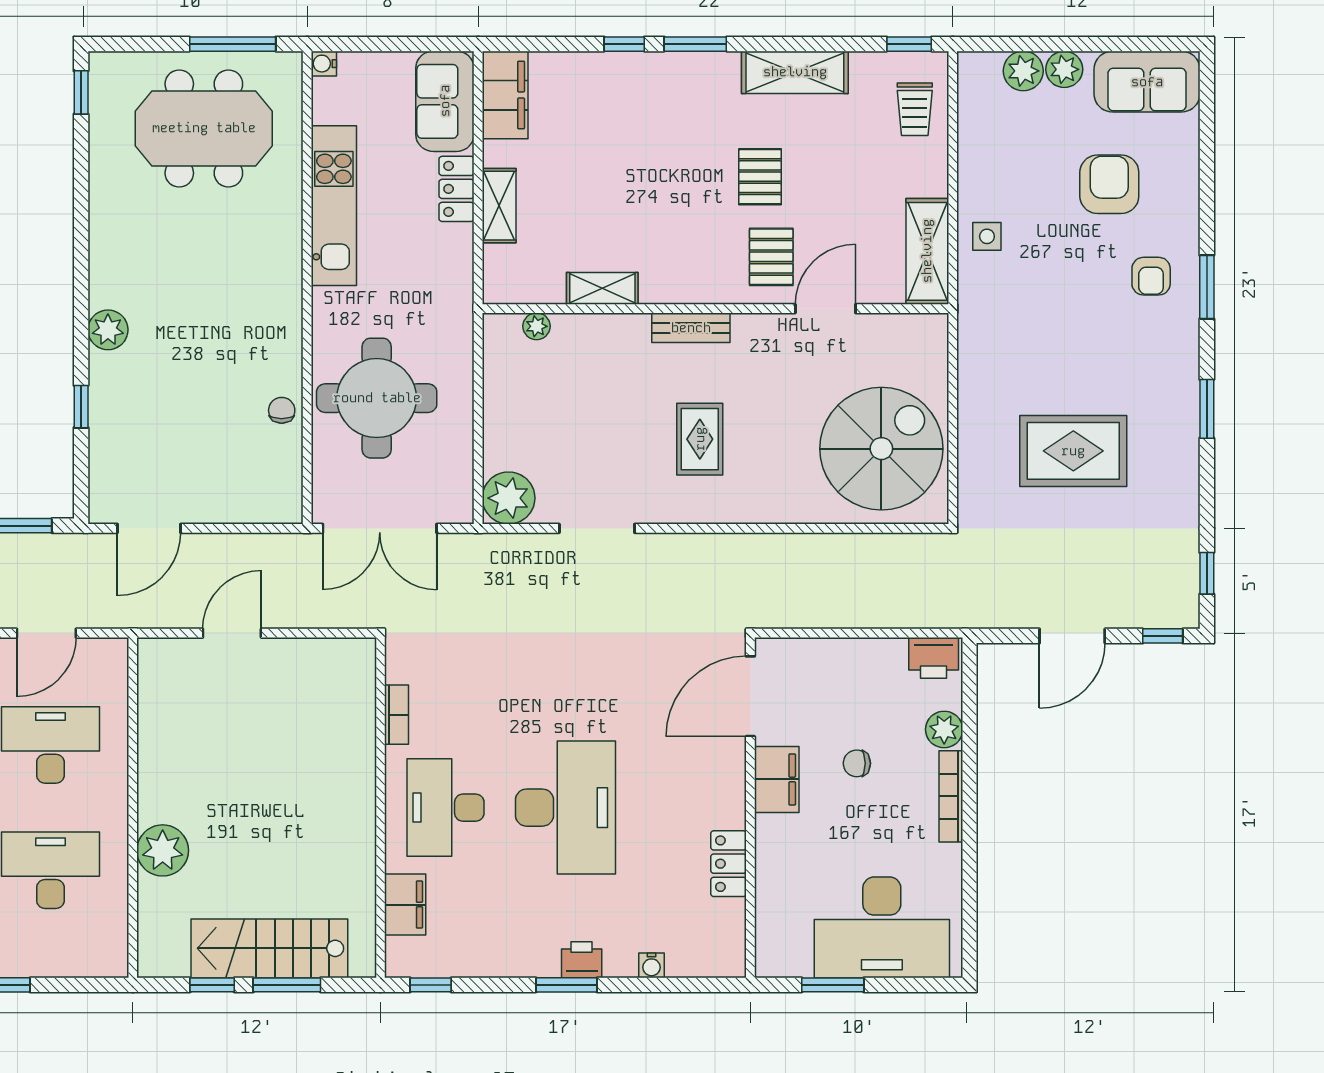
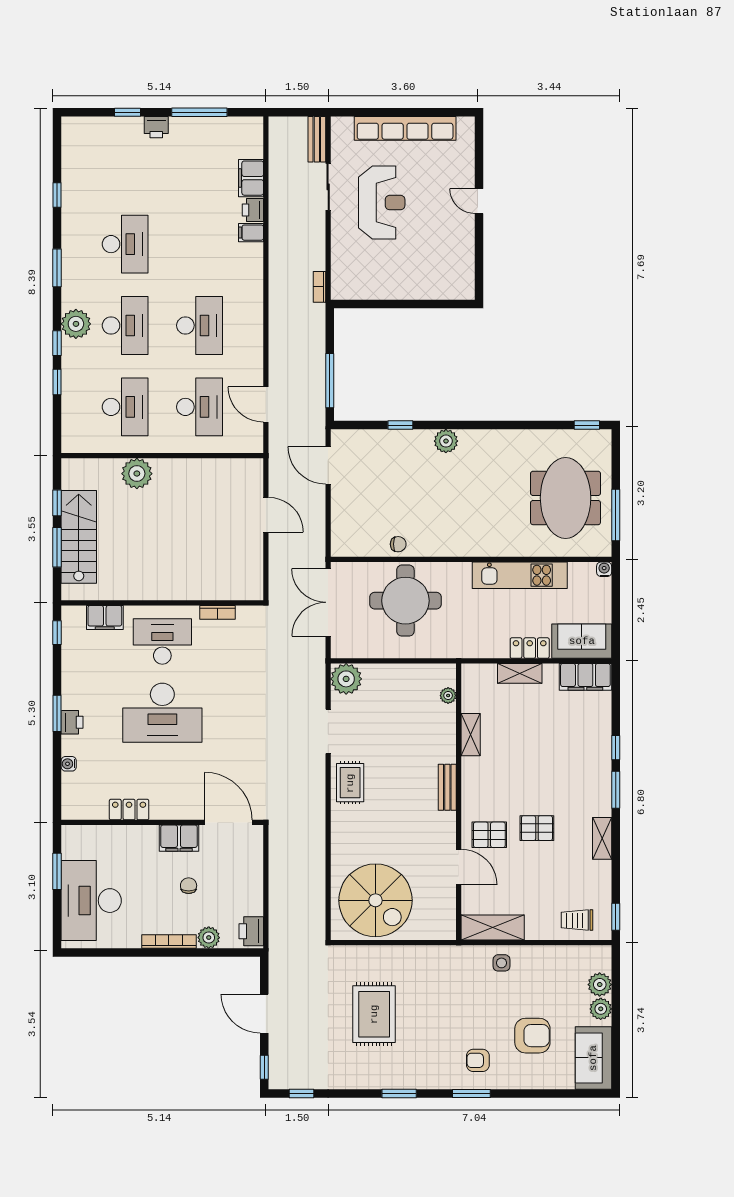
shelving: (795, 72) -> (602, 838), width x0.67, depth x0.75
rug: (700, 439) -> (350, 783), moved, turned 90

